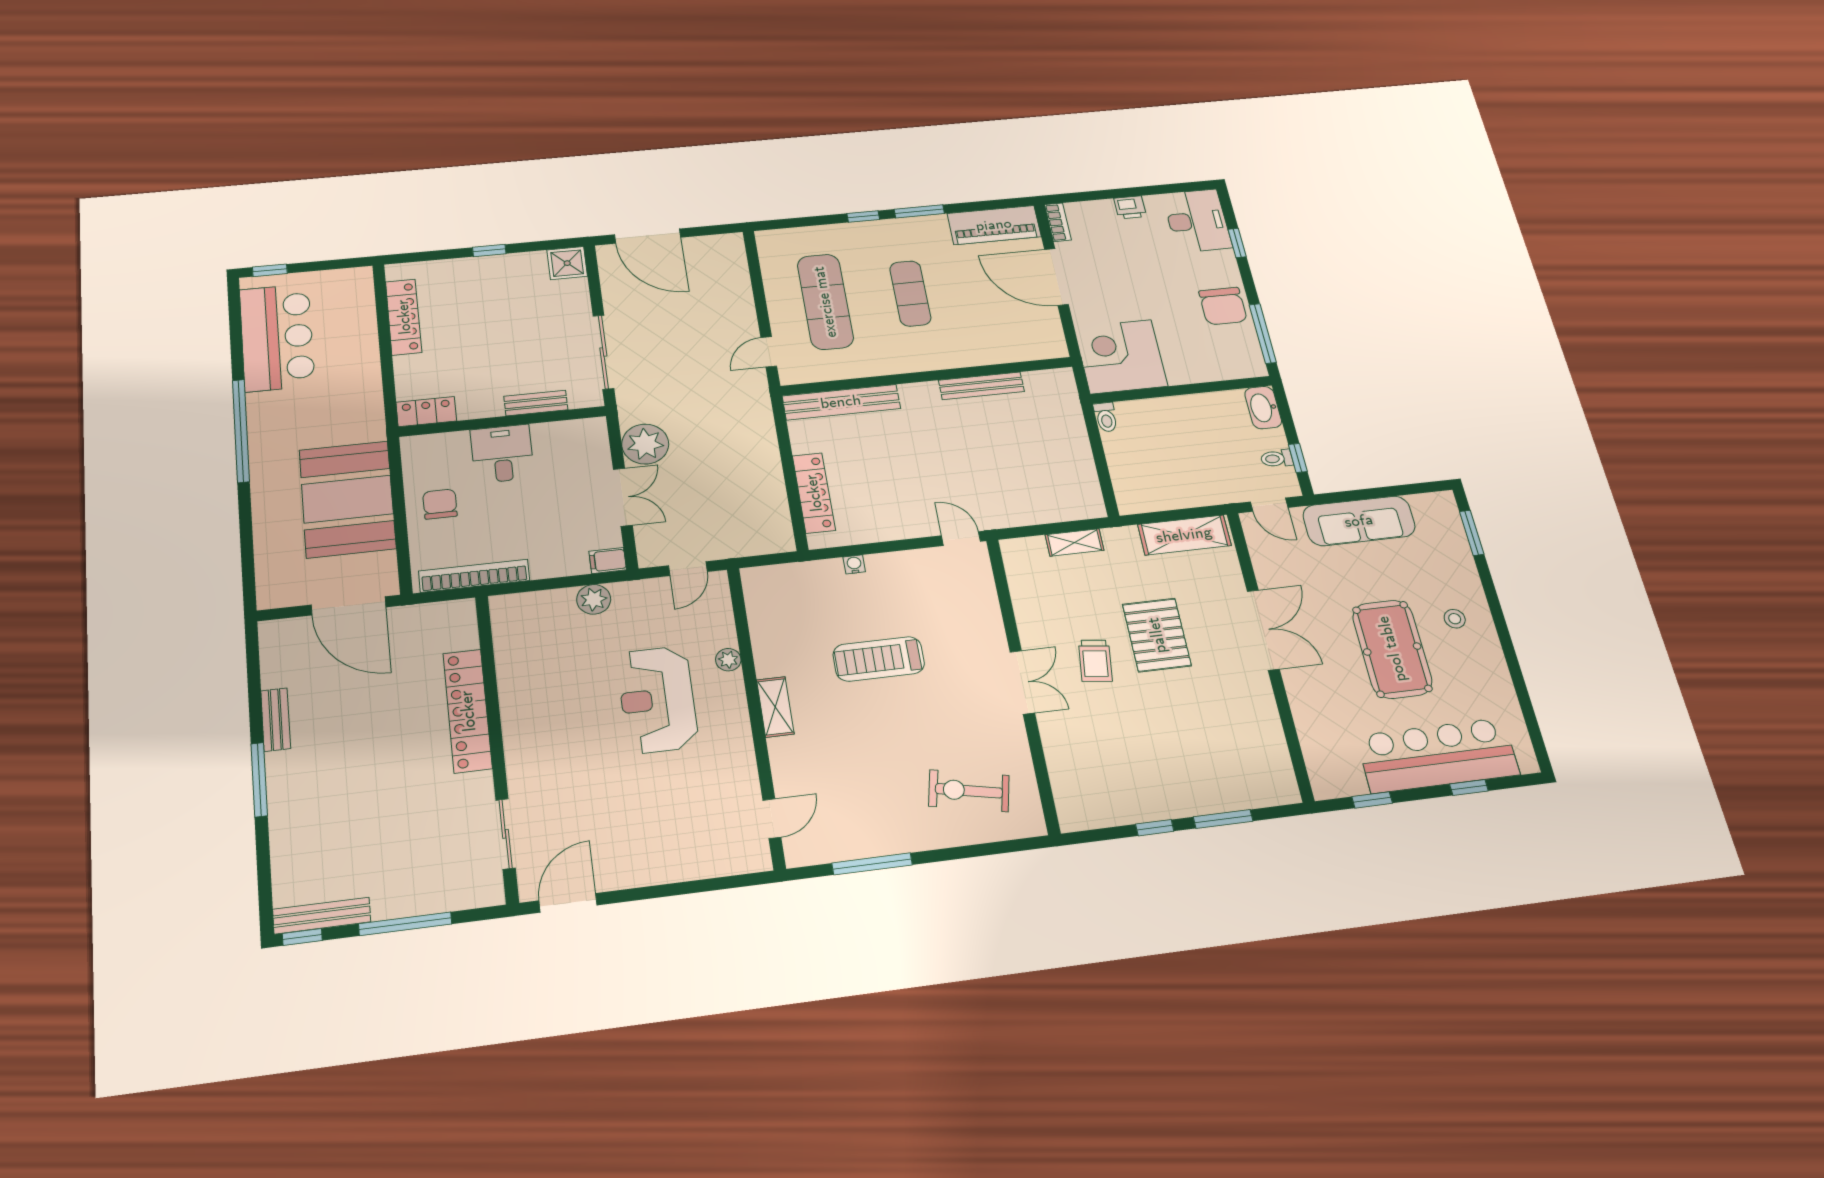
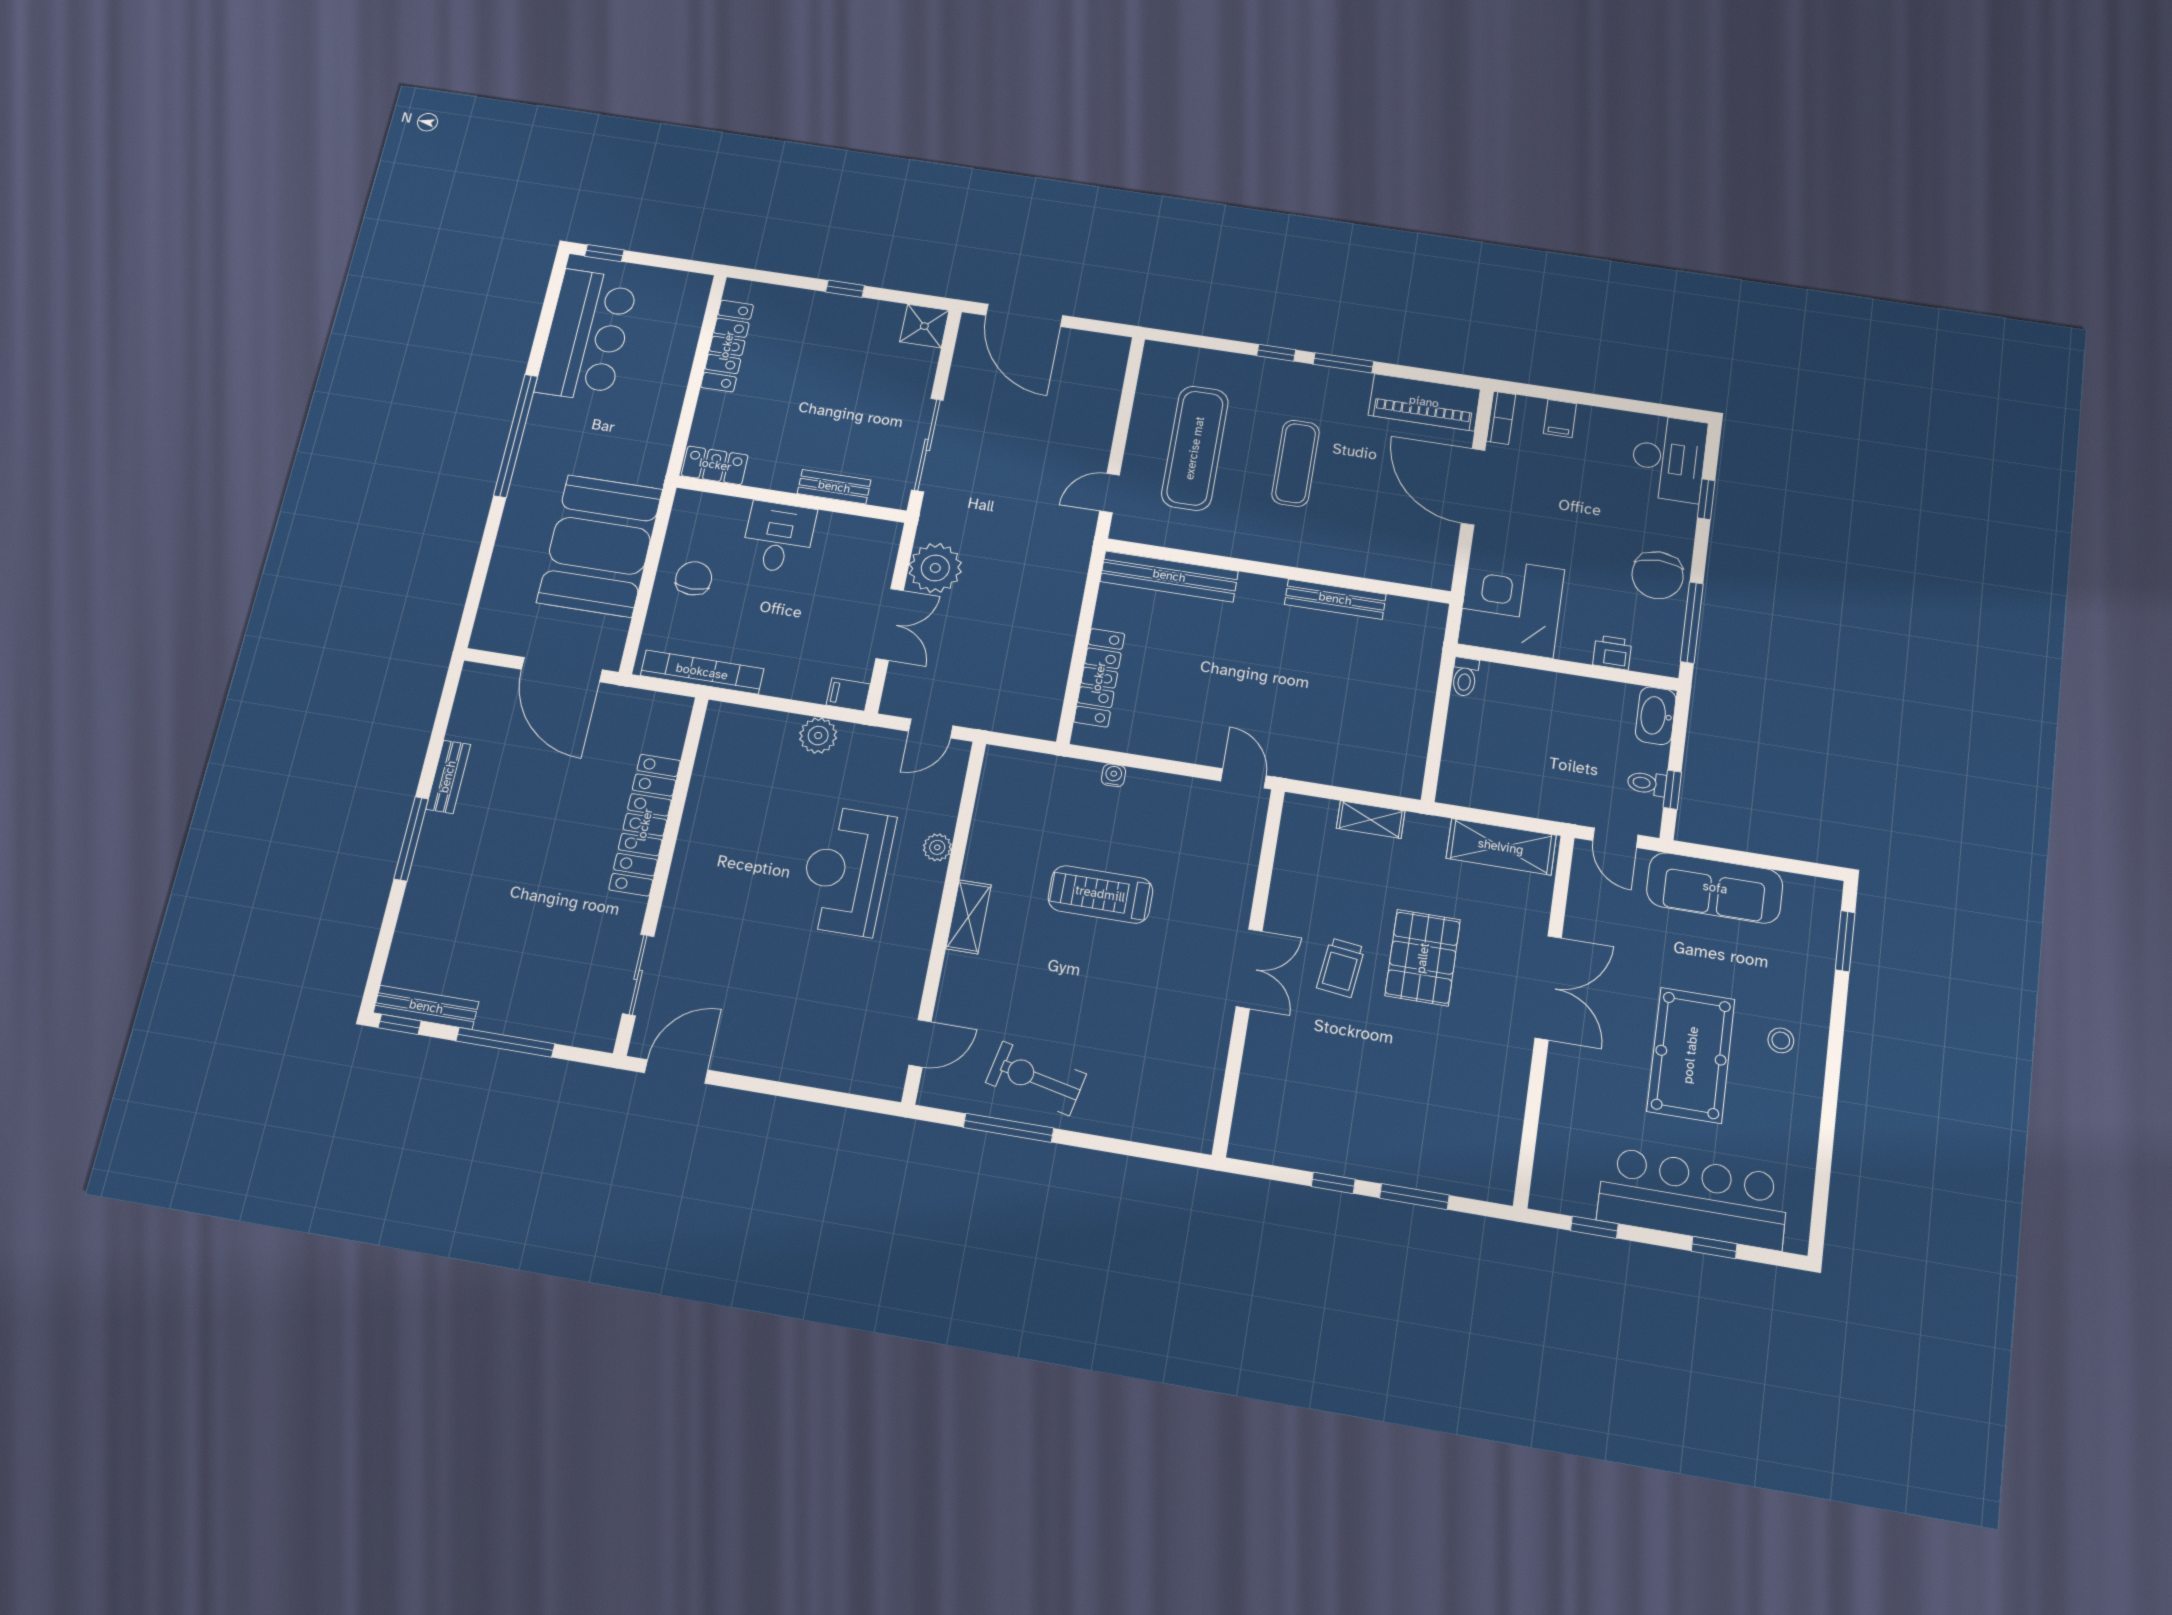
printer: (1130, 207) -> (1612, 652), moved, turned 180
filing cabinet: (1103, 212) -> (1560, 419), added
exercise bike: (969, 791) -> (1036, 1078), moved

